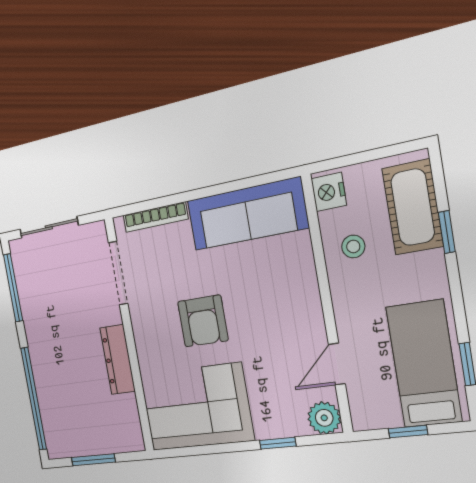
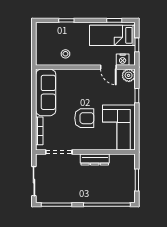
nightstand: (329, 192) -> (123, 60), moved
cot: (413, 207) -> (55, 31), removed

